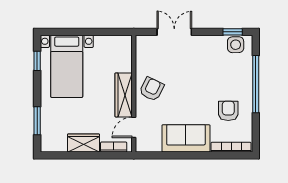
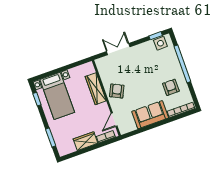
wardrobe: (124, 95) -> (96, 89), moved

